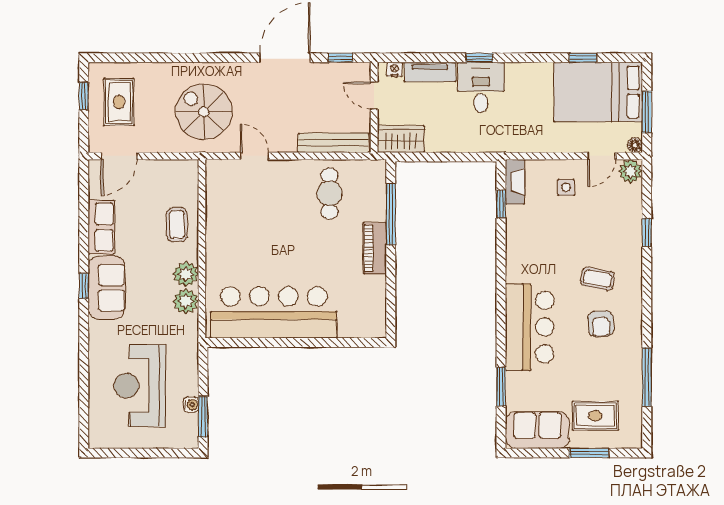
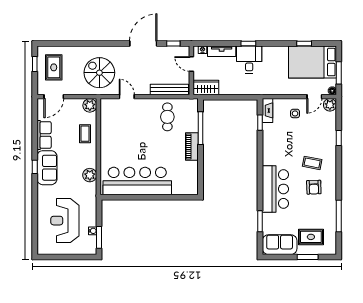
plant: (186, 274) -> (90, 105), moved

